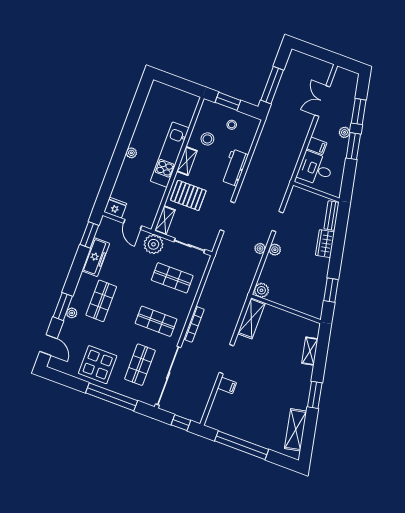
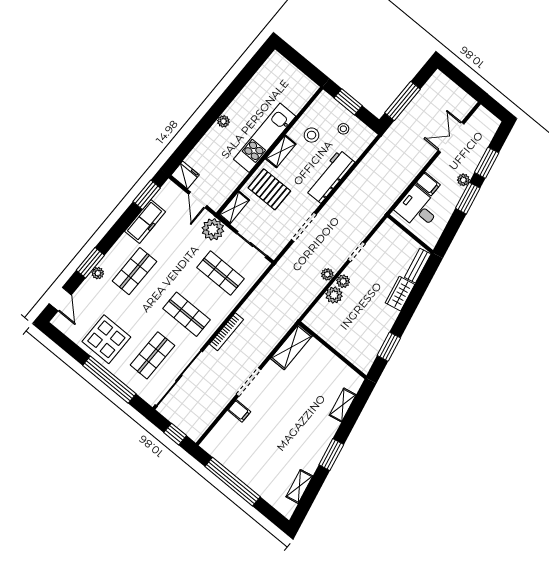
workbench: (234, 168) -> (330, 176), width x1.38
plant: (261, 290) -> (334, 295), moved
shelving: (296, 430) -> (299, 486), width x0.67, depth x0.75

